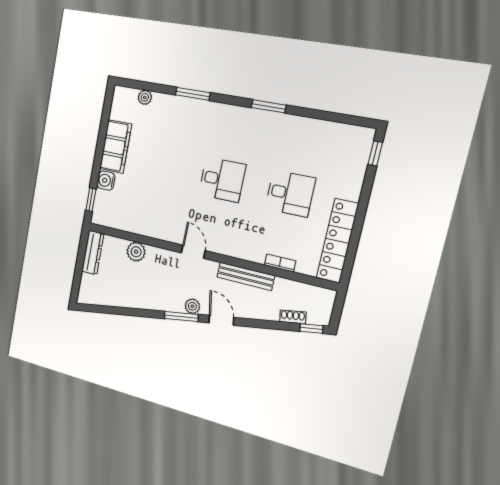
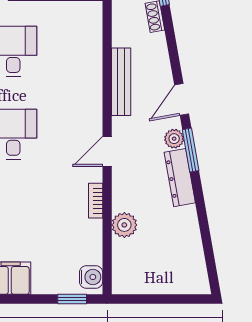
water cooler: (106, 181) -> (91, 277), moved, turned -90
dresser: (93, 253) -> (180, 178), moved, turned -100
bookcase: (280, 263) -> (96, 201), moved

